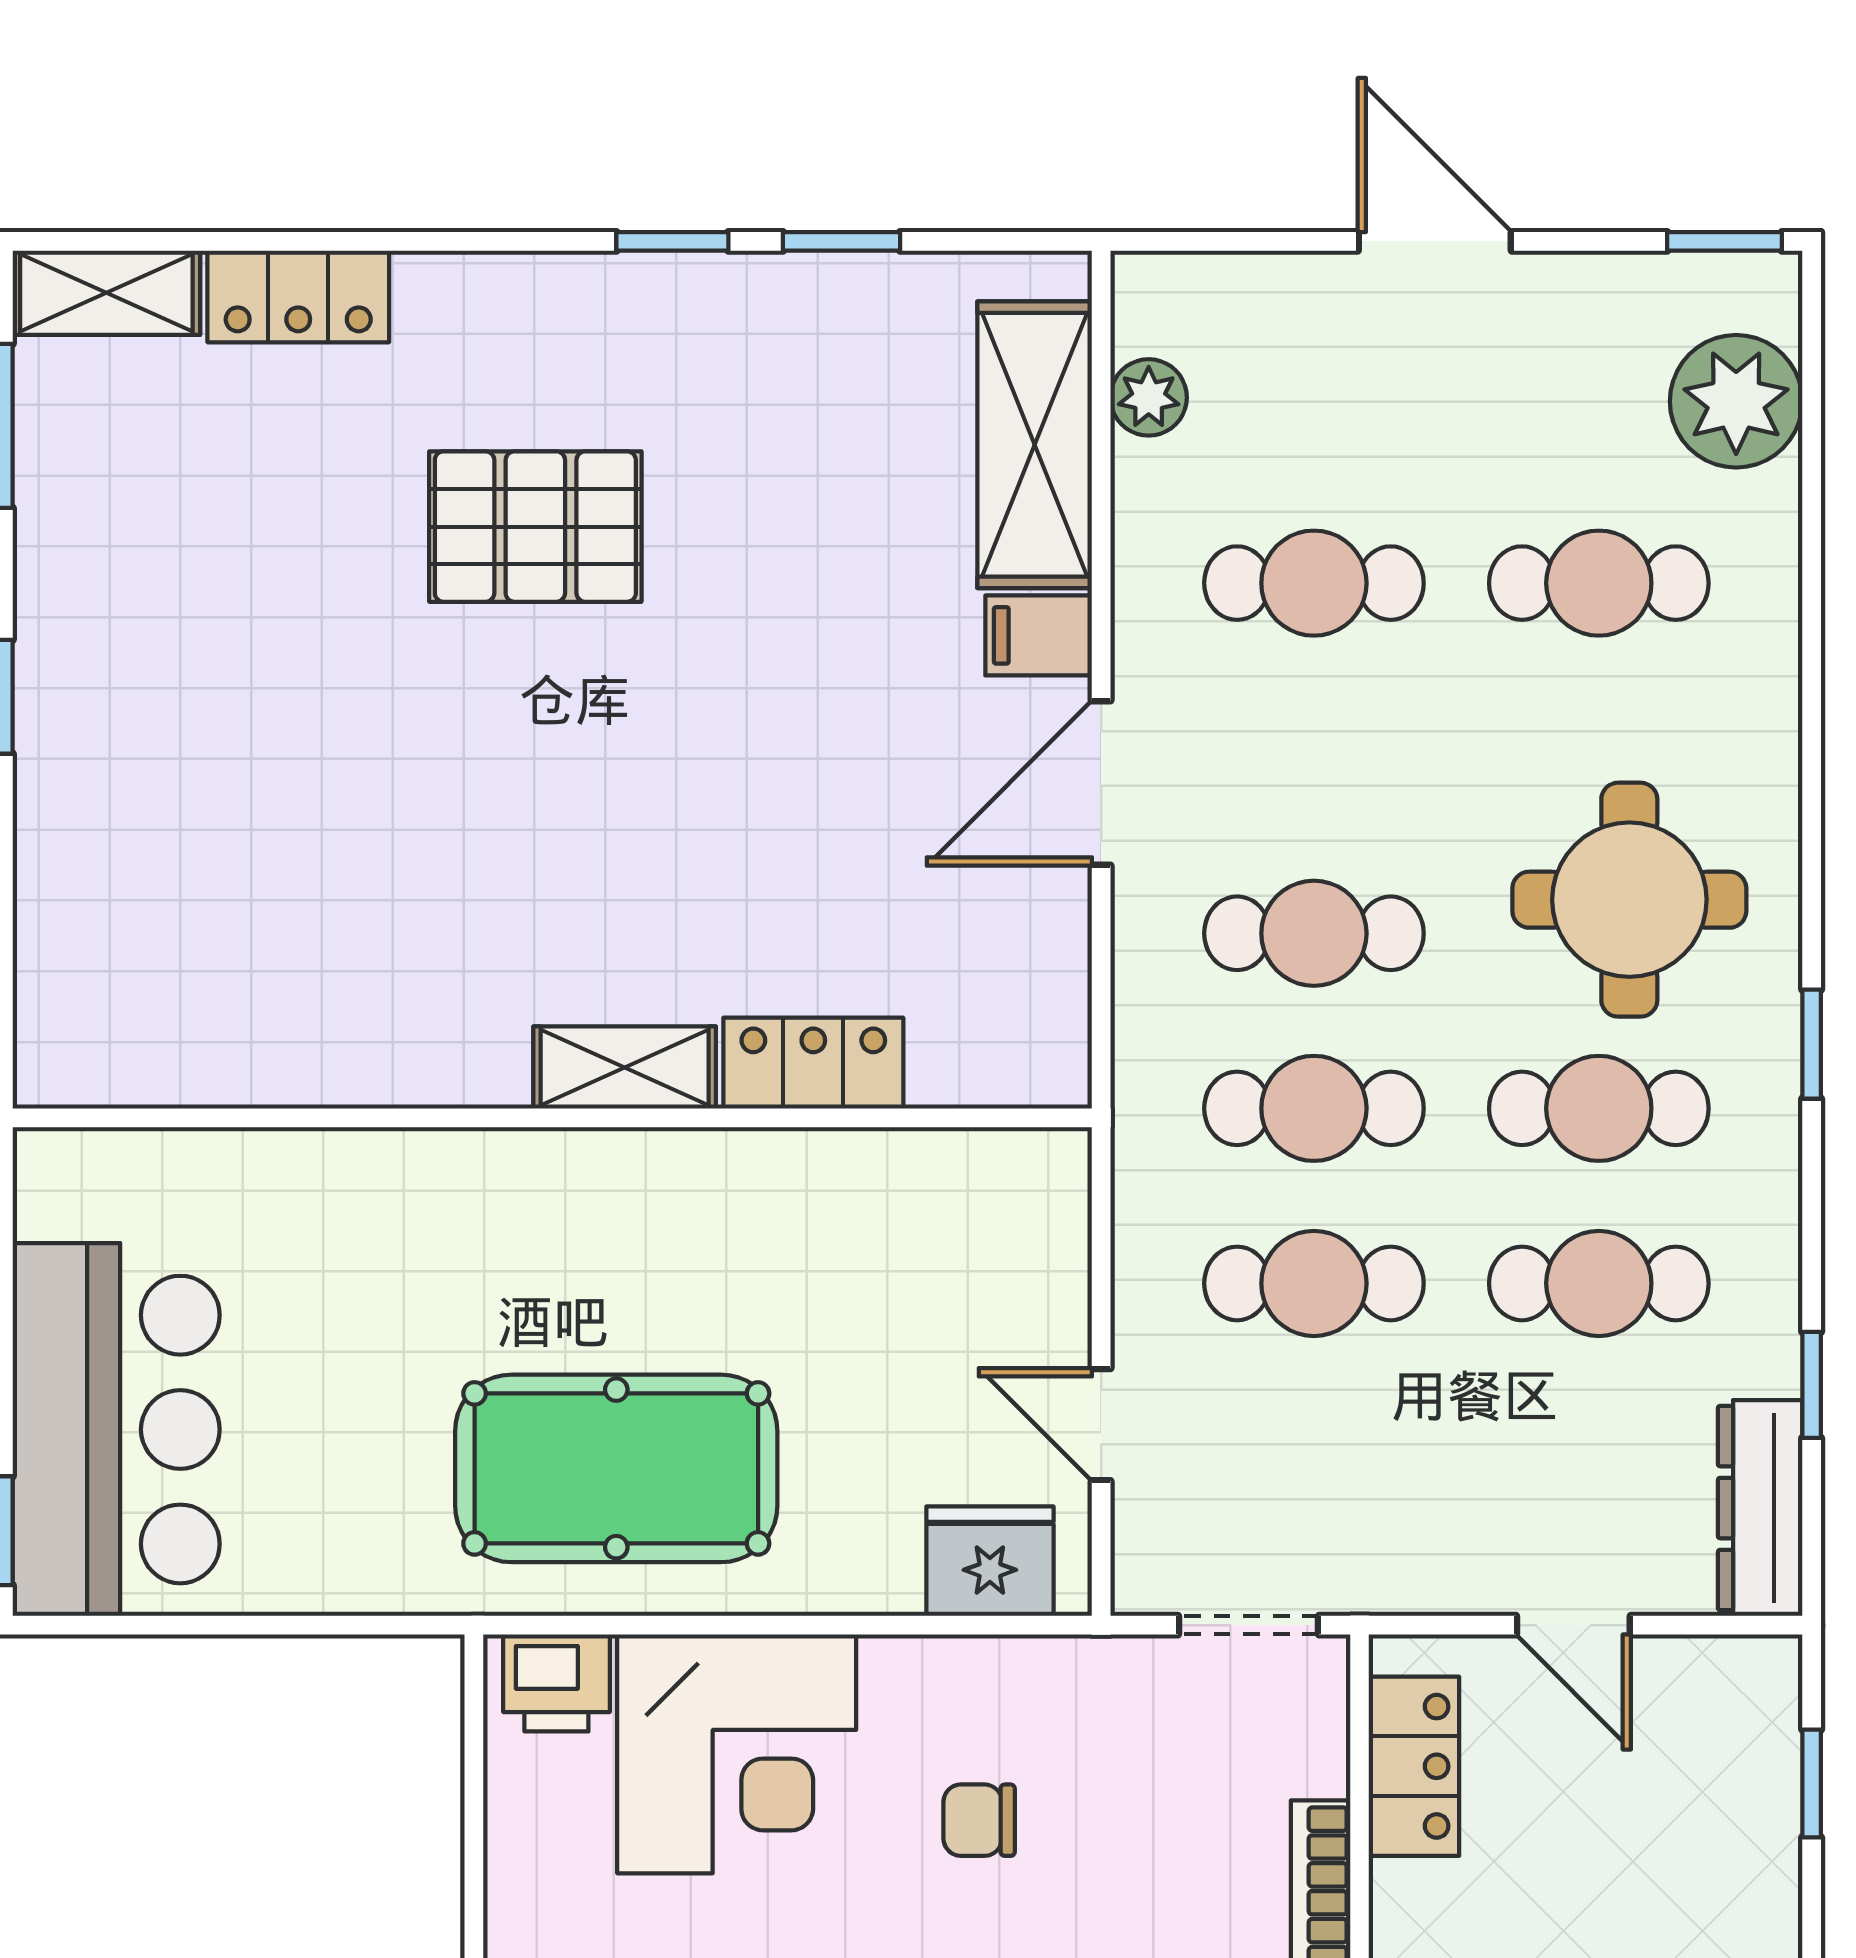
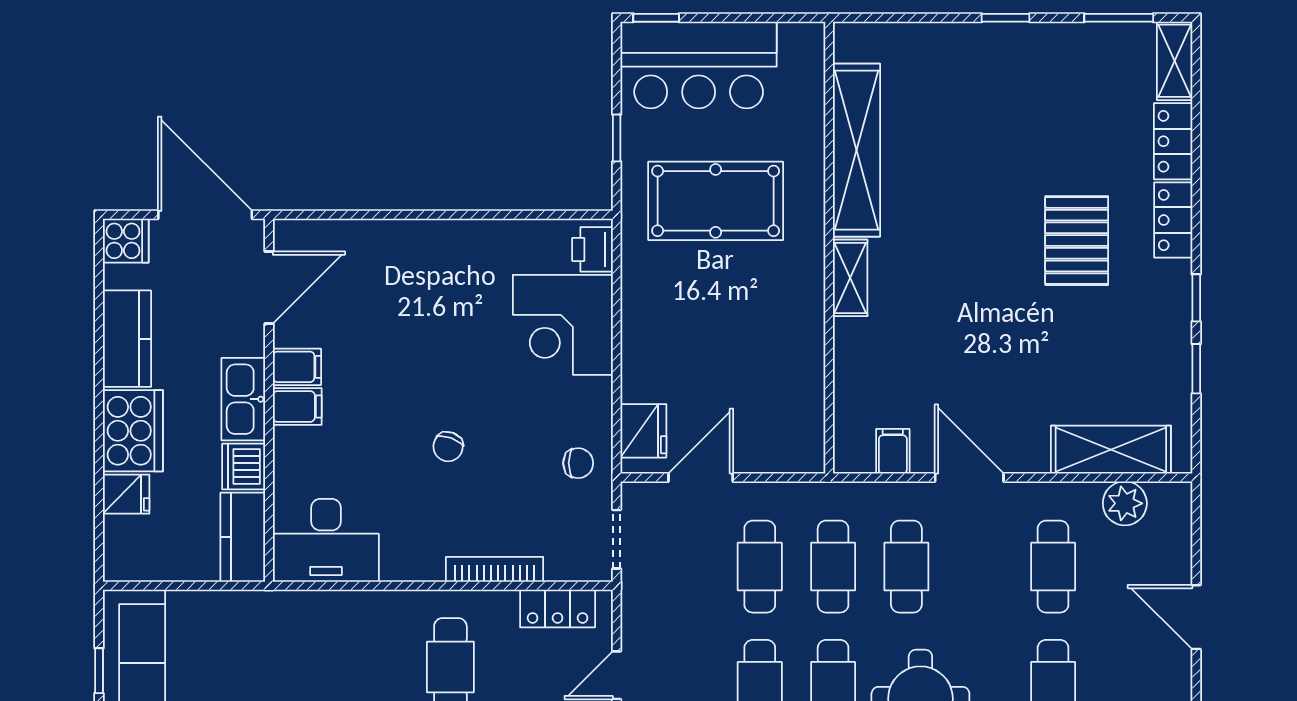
door: (1435, 241) -> (1196, 617), swing flipped
plant: (1149, 397) -> (1125, 503), width x1.38, depth x1.38
filing cabinet: (1039, 635) -> (893, 451), moved
shelving: (320, 1052) -> (857, 150), added
locker: (813, 1063) -> (1173, 220), moved, turned 180
door: (1101, 1425) -> (701, 477), width x1.38
pool table: (616, 1468) -> (716, 201), moved, turned 90
window: (290, 1625) -> (617, 138), added
chair: (979, 1820) -> (578, 463), moved, turned 90

